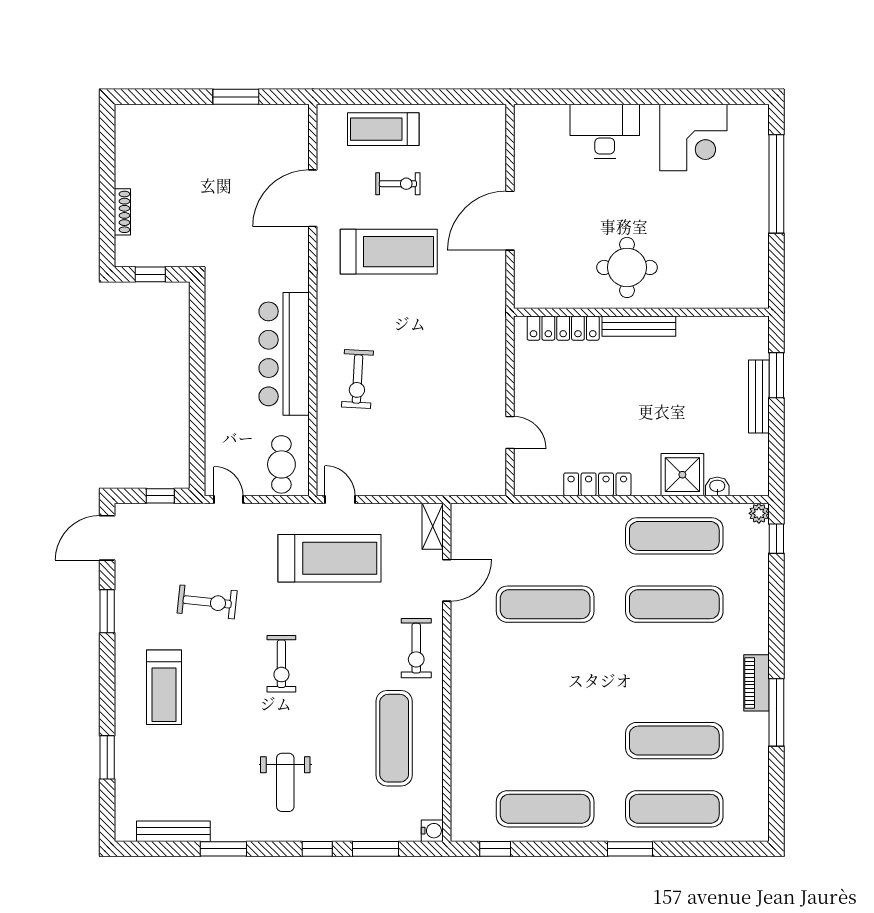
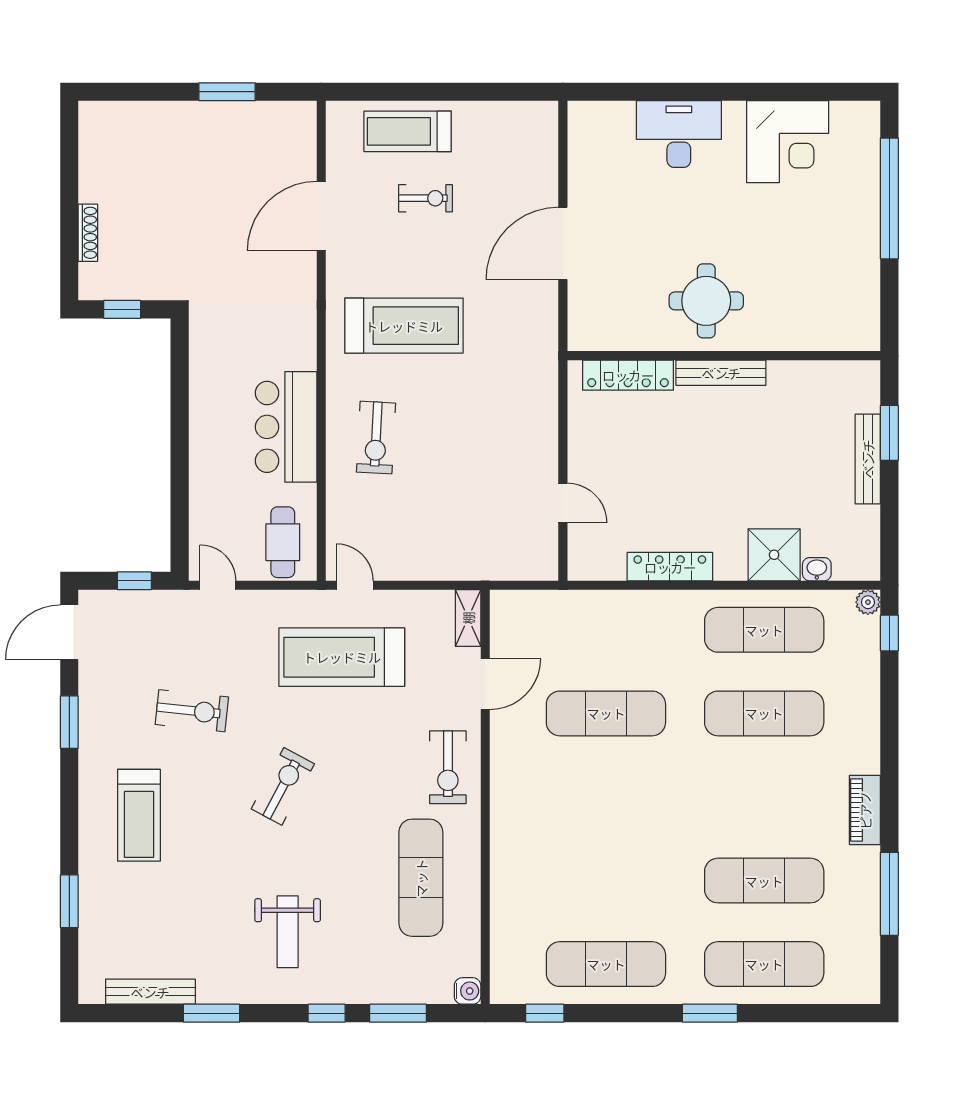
treadmill: (389, 252) -> (404, 326), moved
bar counter: (284, 354) -> (286, 427), width x0.73
treadmill: (330, 558) -> (342, 657), turned 180
exercise bike: (281, 664) -> (283, 786), turned -152
window: (776, 712) -> (889, 894), moved

